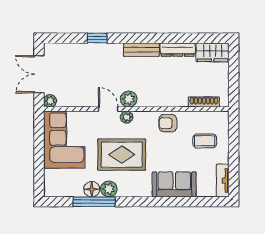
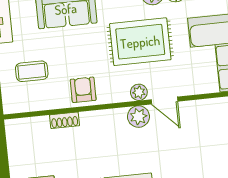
shoe rack: (204, 102) -> (65, 120), moved, width x0.70
armchair: (168, 123) -> (83, 90), turned -90

